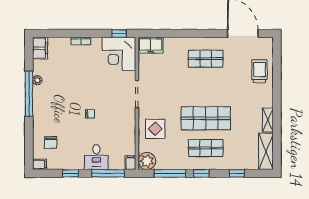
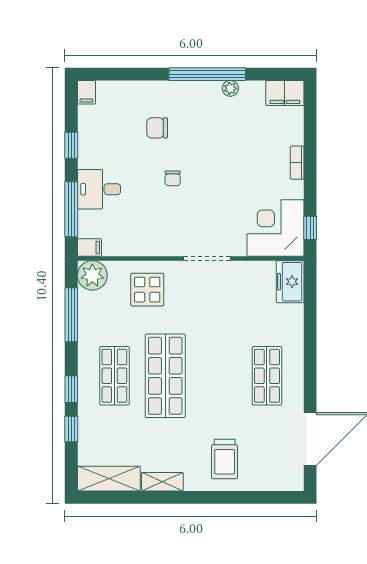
trolley: (259, 71) -> (225, 459), moved, turned 90
chair: (51, 143) -> (157, 128), moved
window: (201, 173) -> (71, 389), moved

